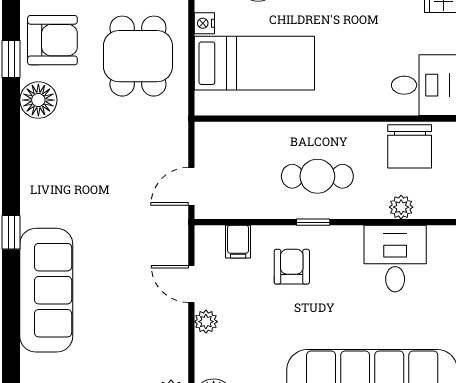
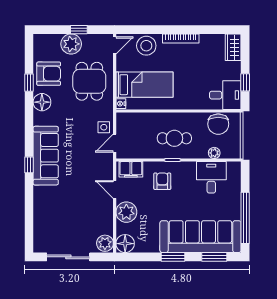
nightstand: (204, 23) -> (121, 104), moved
side table: (169, 153) -> (104, 127), added
filing cabinet: (238, 242) -> (131, 169), width x2.00
sofa: (46, 290) -> (46, 156), moved
plant: (206, 322) -> (126, 212), width x1.88, depth x1.88

